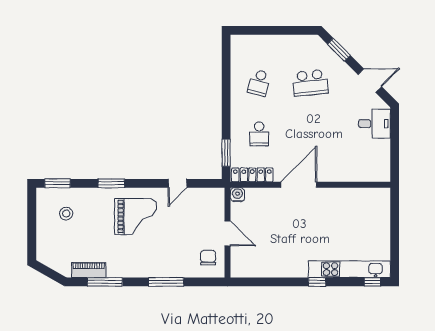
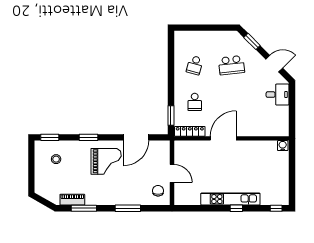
door: (177, 183) -> (136, 137), width x1.87
water cooler: (237, 195) -> (283, 146), moved
kitchen unit: (349, 269) -> (230, 199), moved

